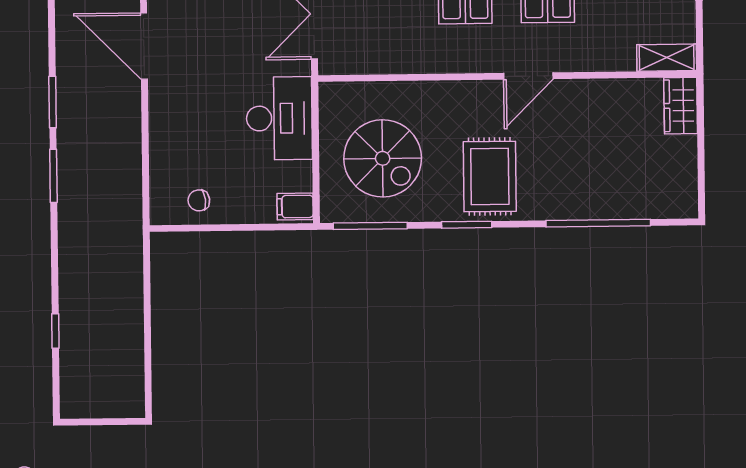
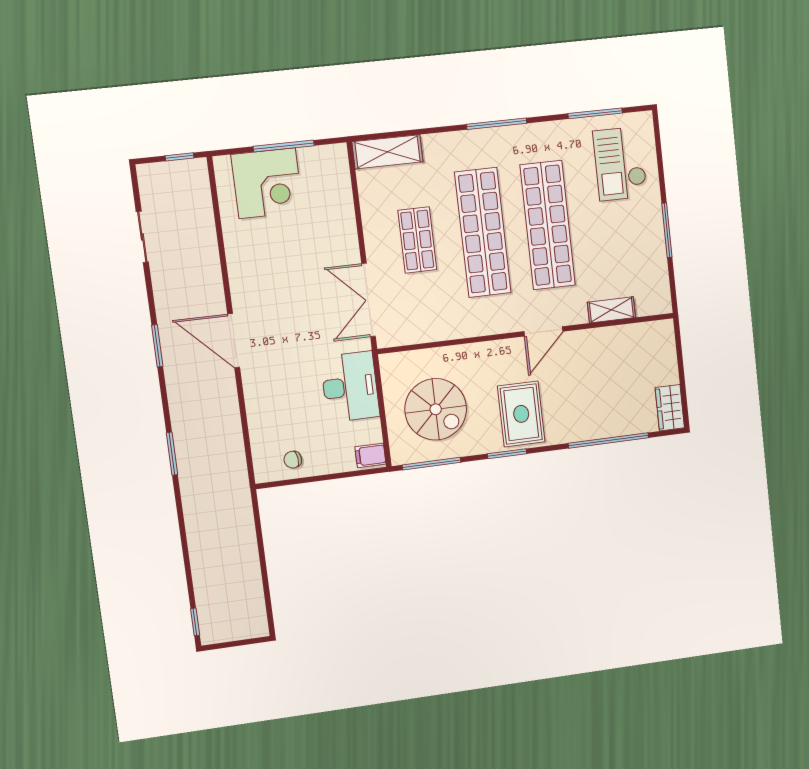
shelving: (667, 58) -> (611, 310), moved
window: (53, 102) -> (157, 346), moved
wardrobe: (681, 106) -> (670, 408), moved
window: (55, 331) -> (195, 622), moved

